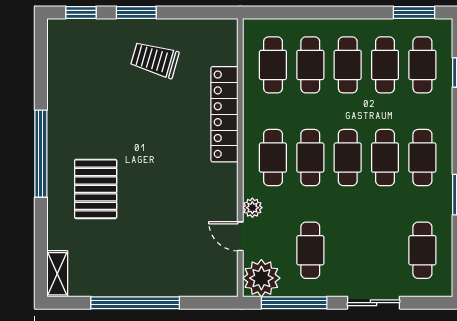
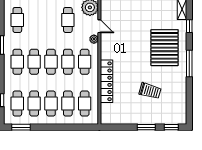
trolley: (155, 60) -> (150, 91), moved
window: (41, 154) -> (189, 64), width x0.68
pallet: (96, 189) -> (165, 48), width x1.37, depth x1.41
window: (41, 236) -> (189, 26), added

